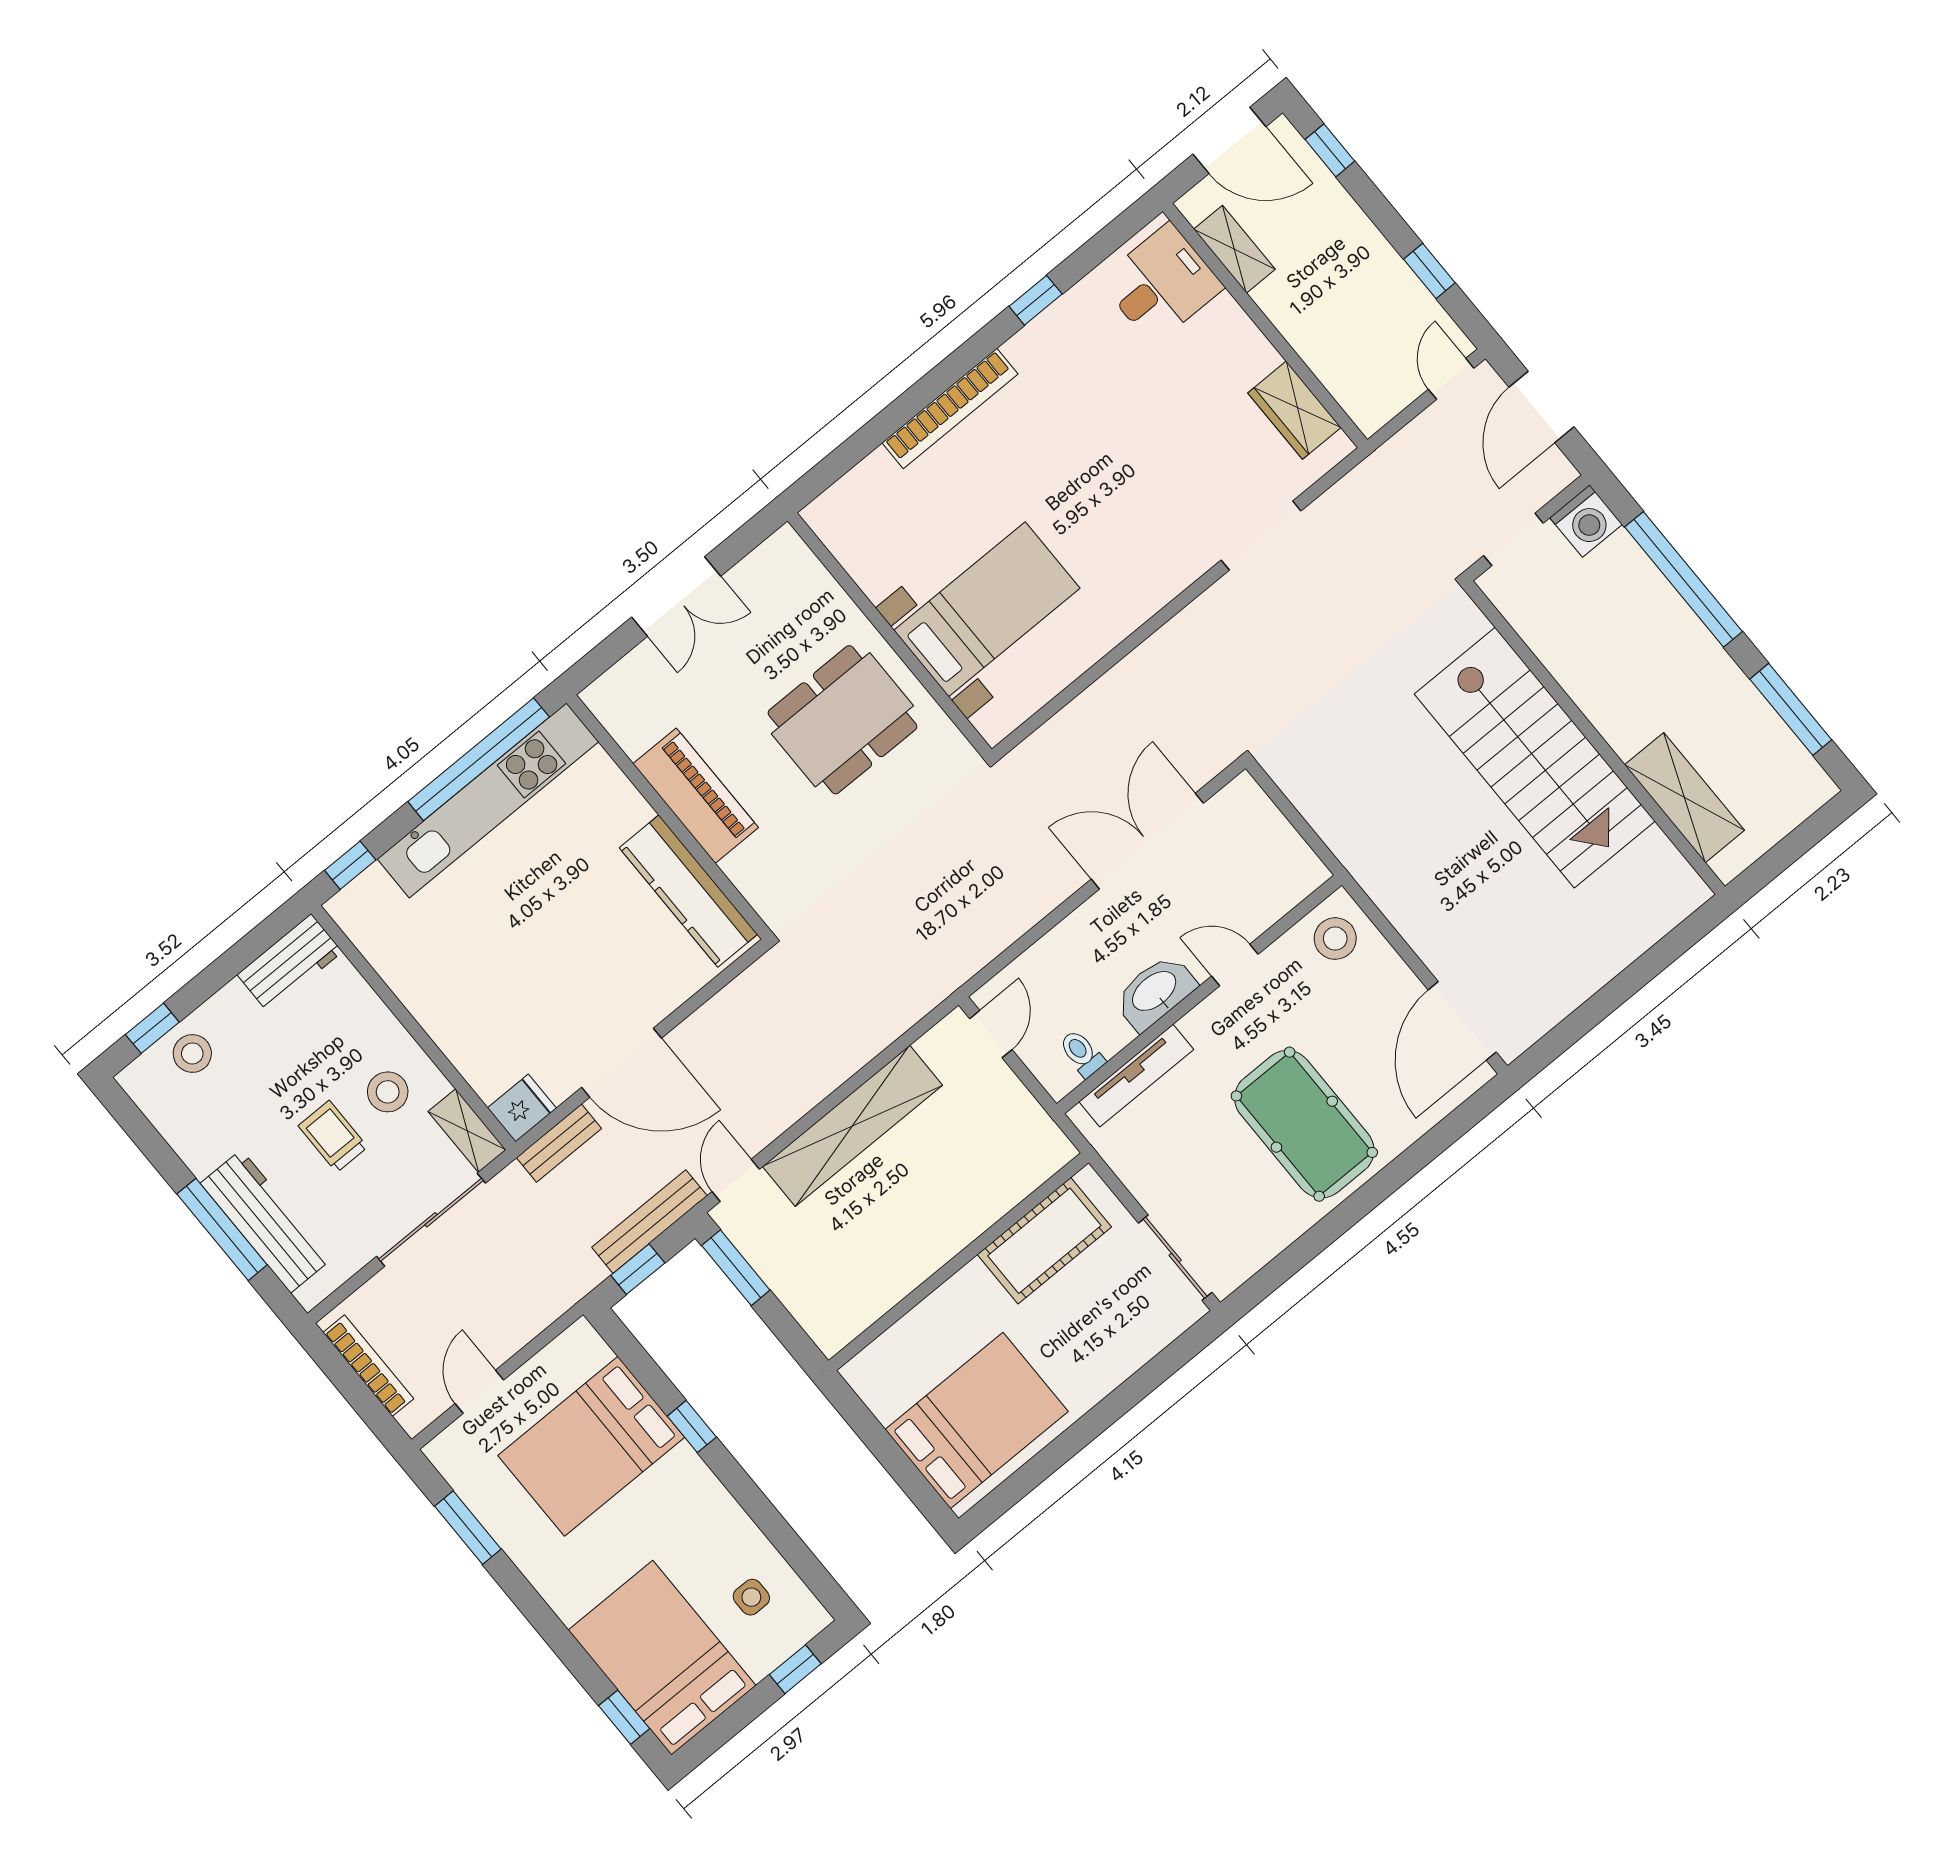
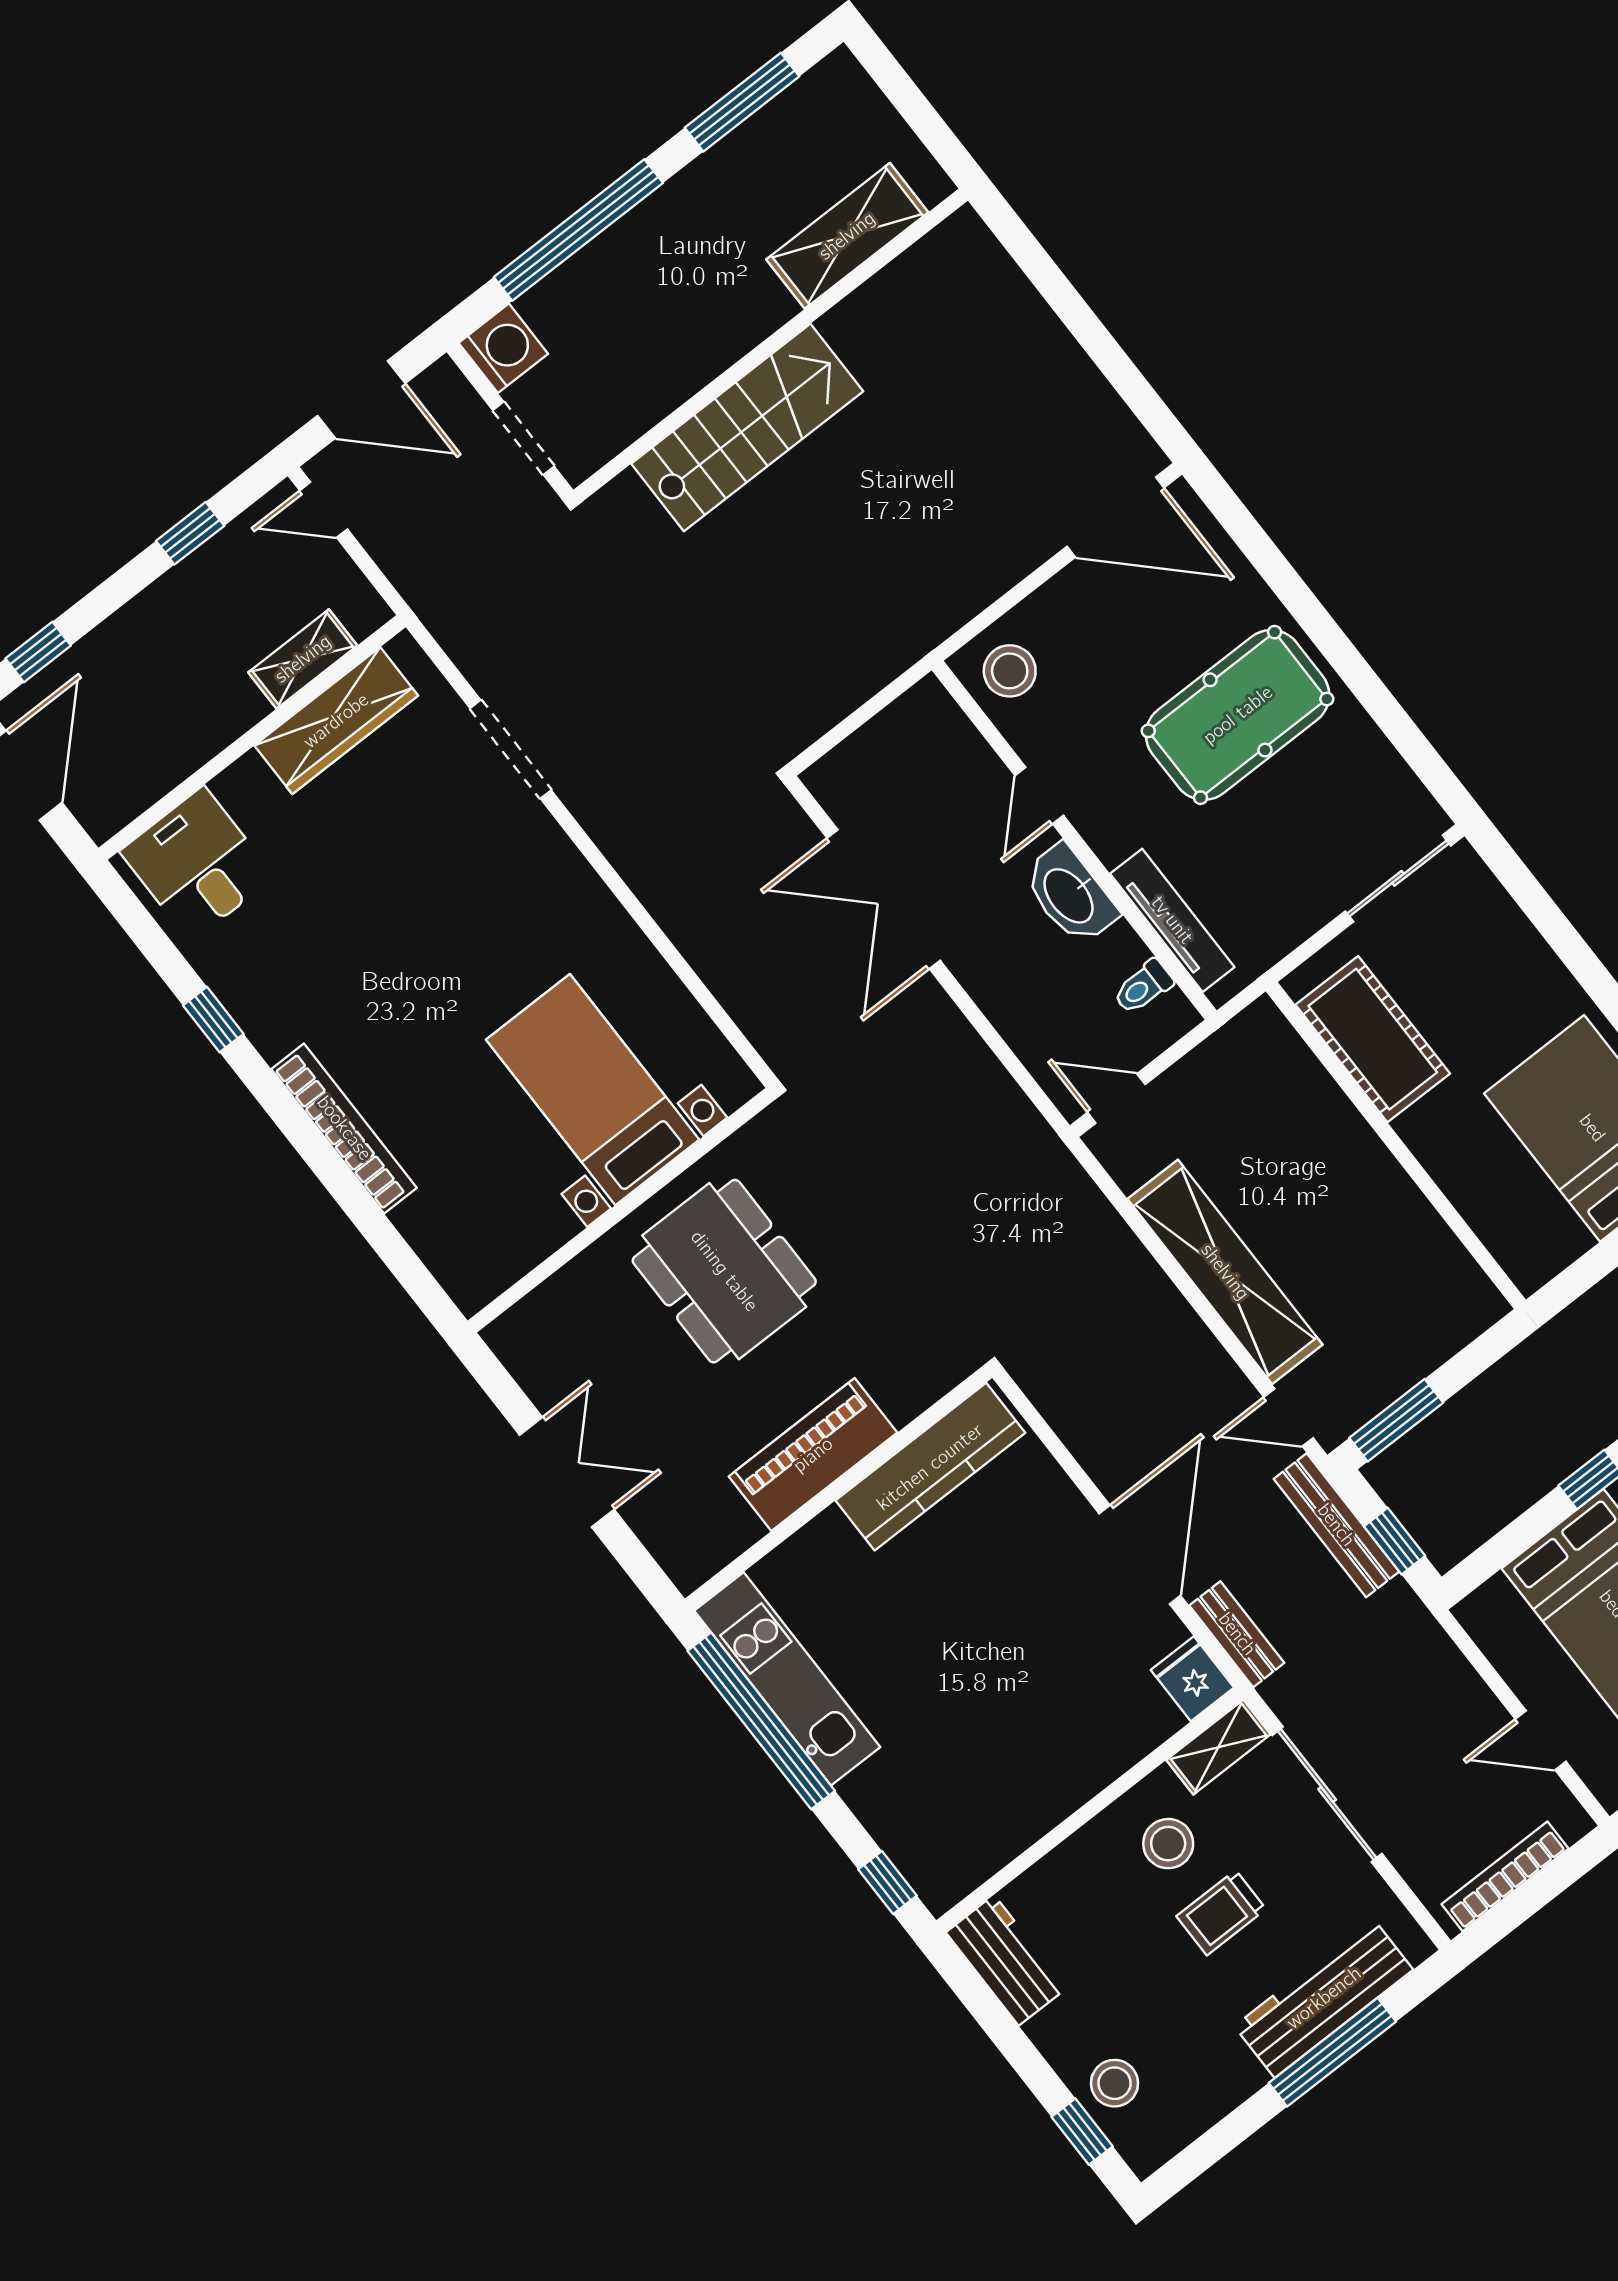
shelving: (1234, 249) -> (303, 659), moved
wardrobe: (1294, 410) -> (336, 721), width x1.50
stairs: (1535, 758) -> (747, 428), width x0.73, depth x0.66
kitchen unit: (488, 800) -> (787, 1679), width x0.73

